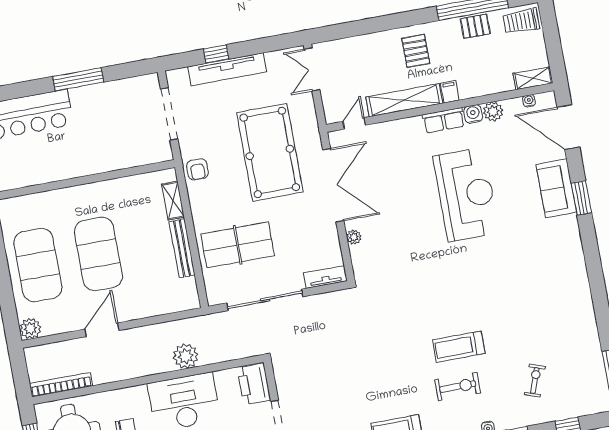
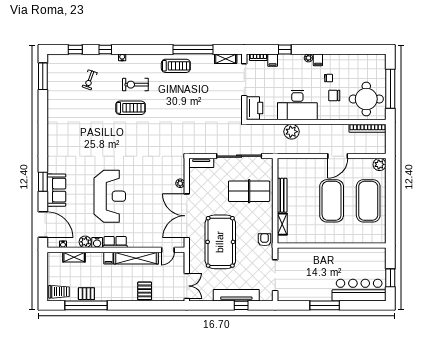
pallet: (416, 51) -> (145, 291), moved
shelving: (533, 78) -> (74, 257), moved
reception desk: (466, 194) -> (110, 196), turned 180

